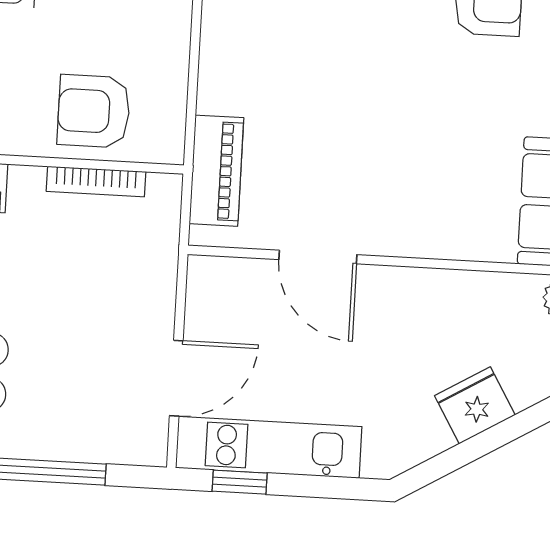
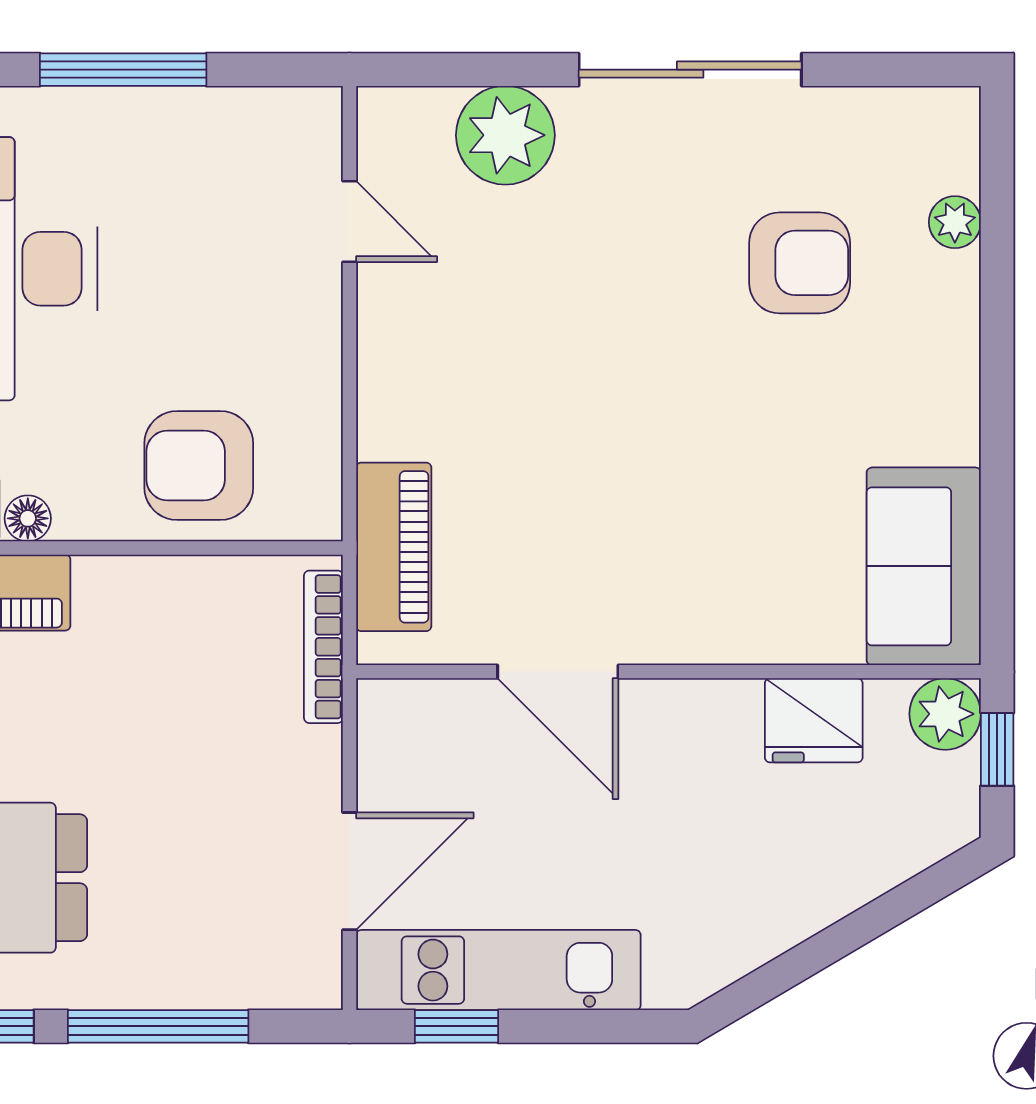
bookcase: (96, 182) -> (323, 647), moved, turned 90
fridge: (475, 405) -> (814, 720), moved, turned -149

